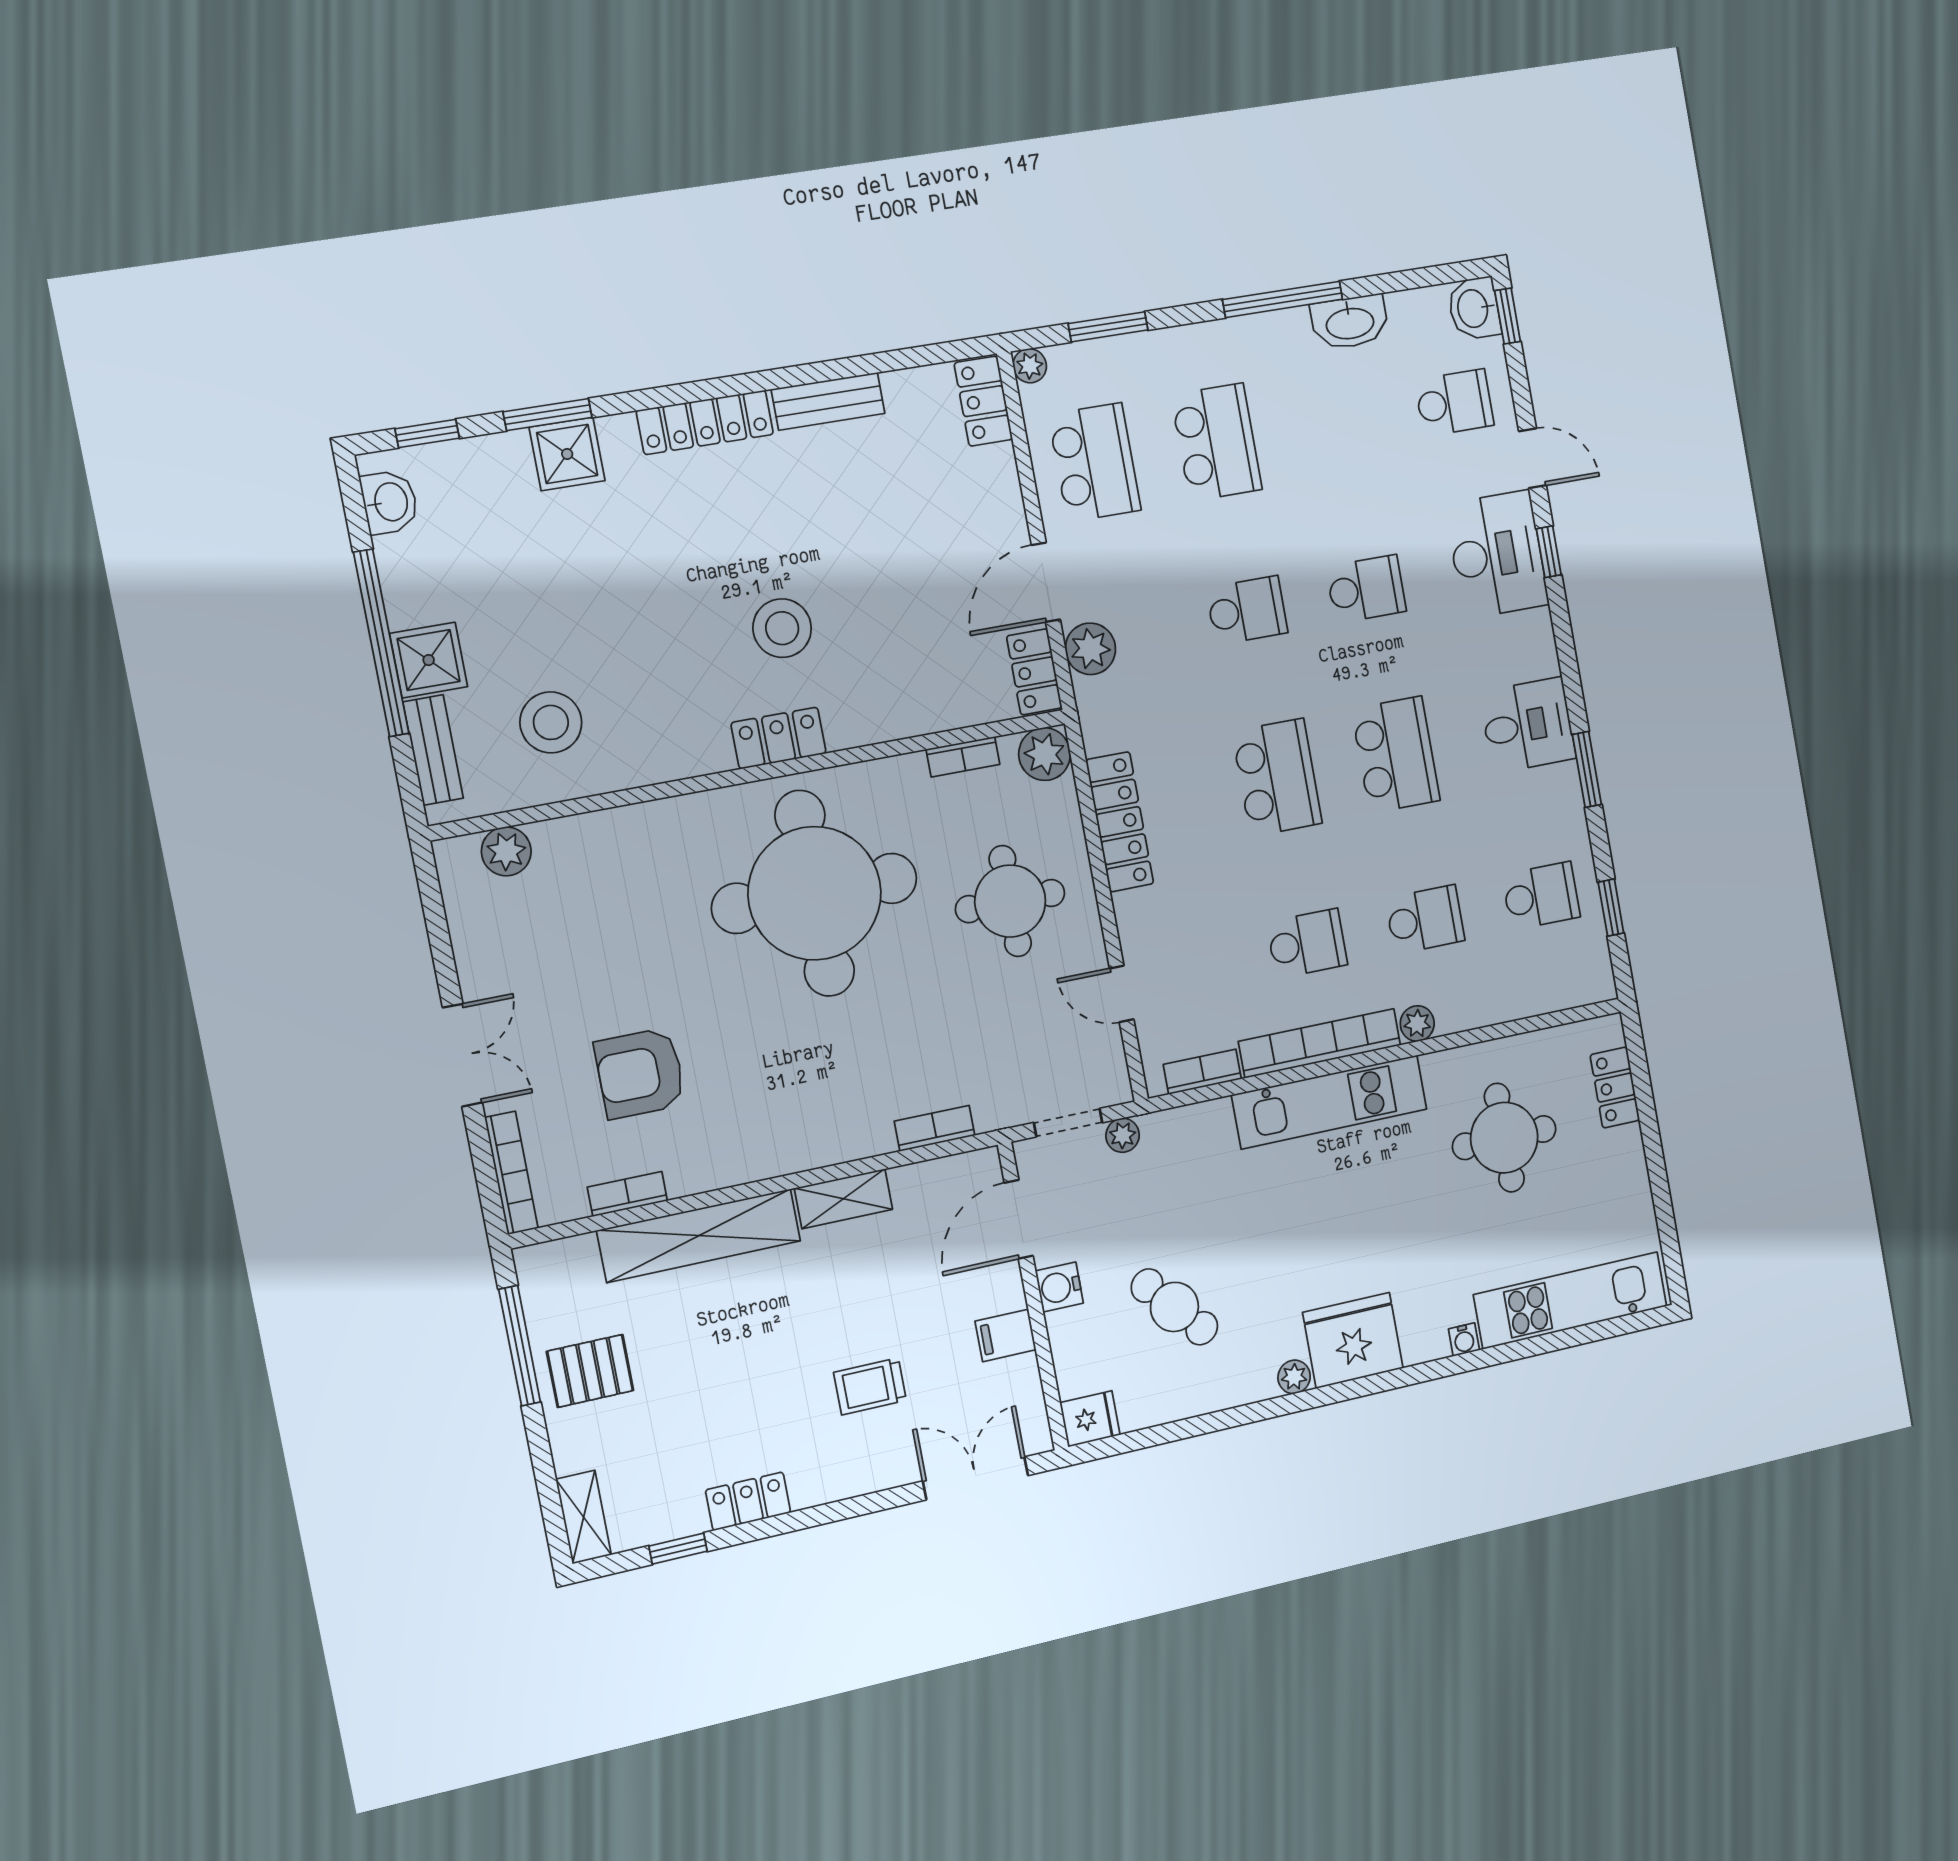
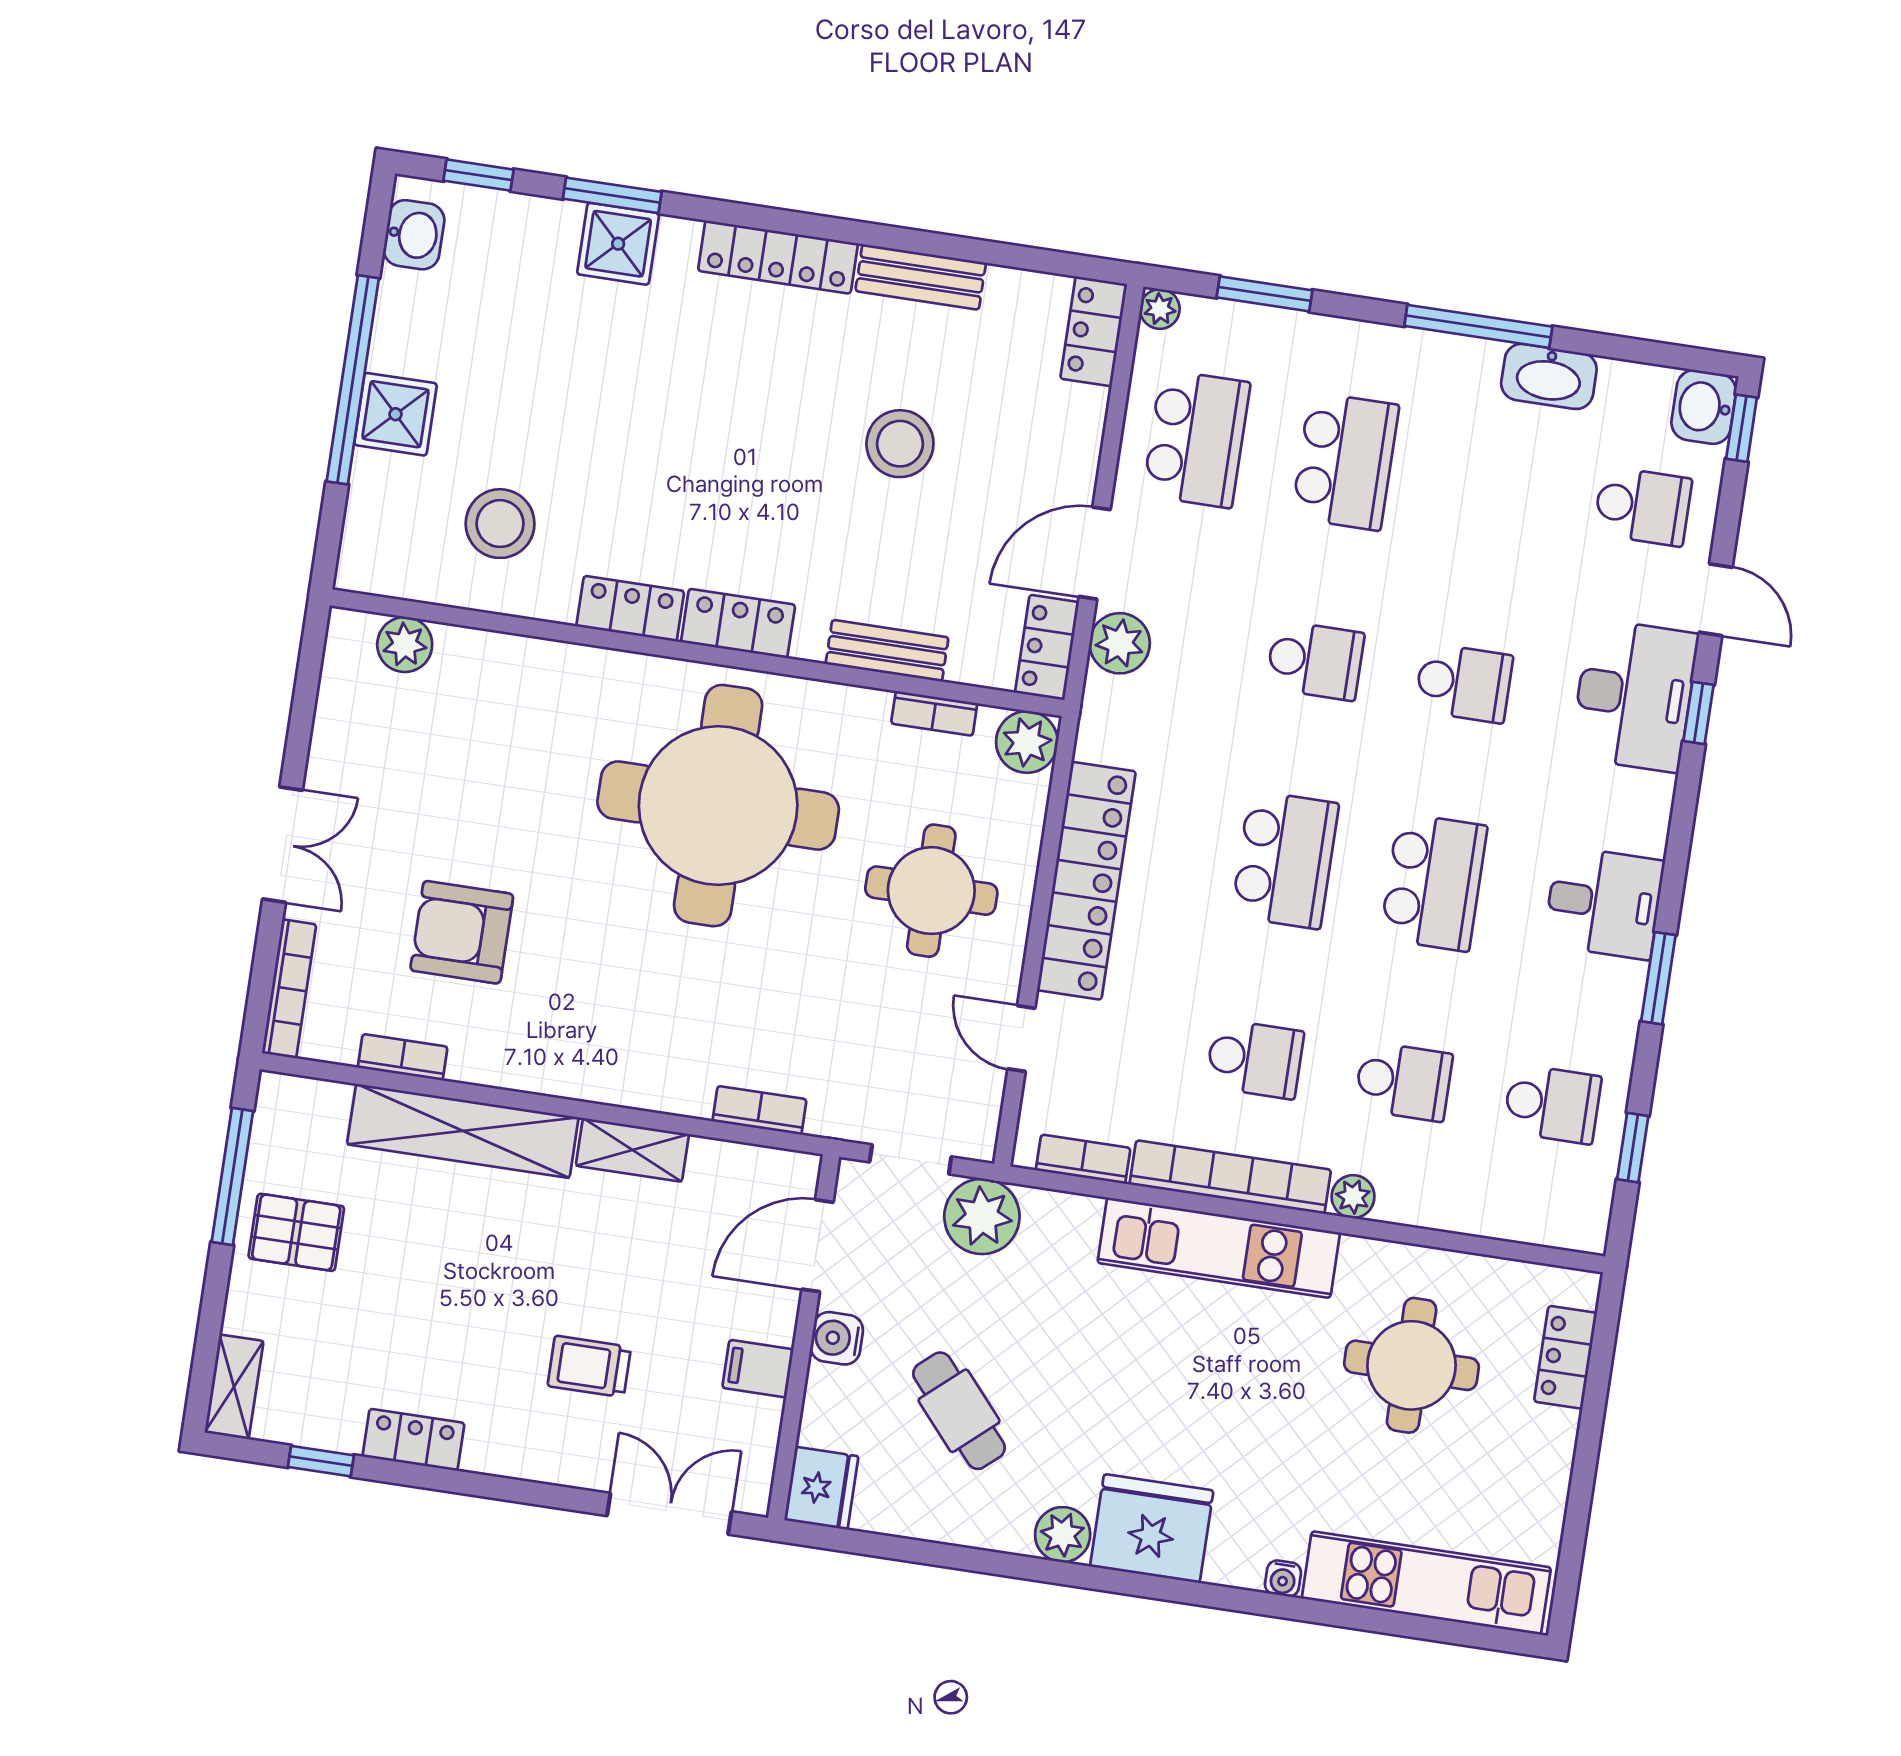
stool: (782, 628) -> (900, 444), moved
bench: (433, 750) -> (887, 651), moved, turned 90
locker: (685, 756) -> (630, 609), added
locker: (1120, 822) -> (1086, 881), width x1.41, depth x1.21
plant: (1123, 1135) -> (982, 1216), width x1.88, depth x1.88
plant: (1294, 1377) -> (1063, 1535), width x1.38, depth x1.38
fridge: (1090, 1419) -> (821, 1488), width x1.38

